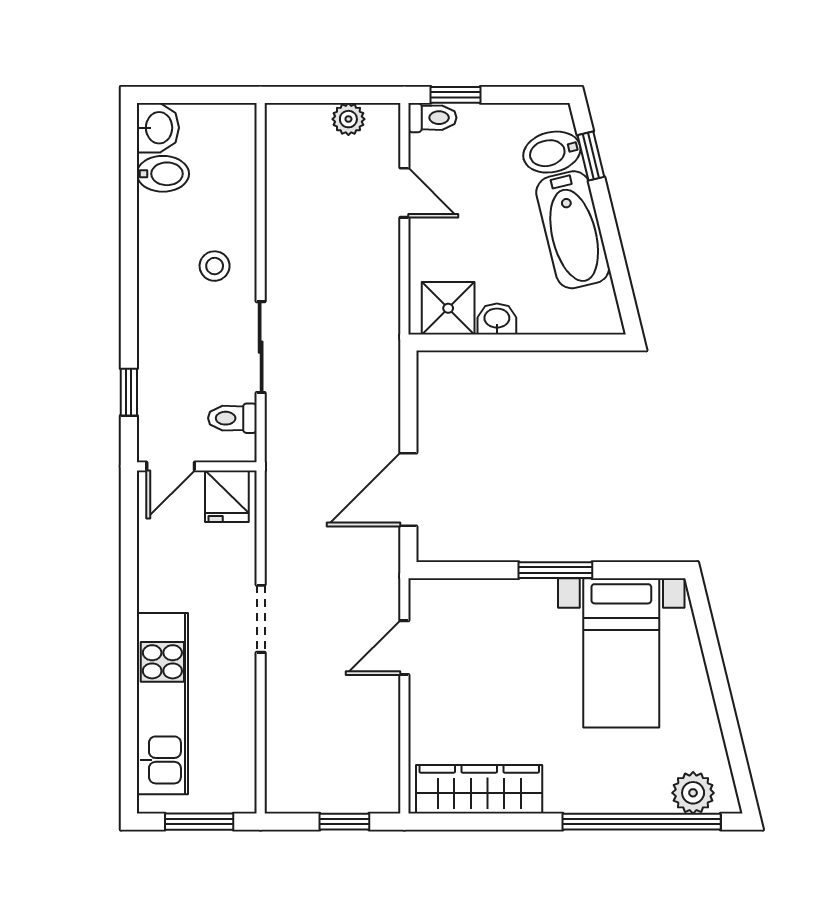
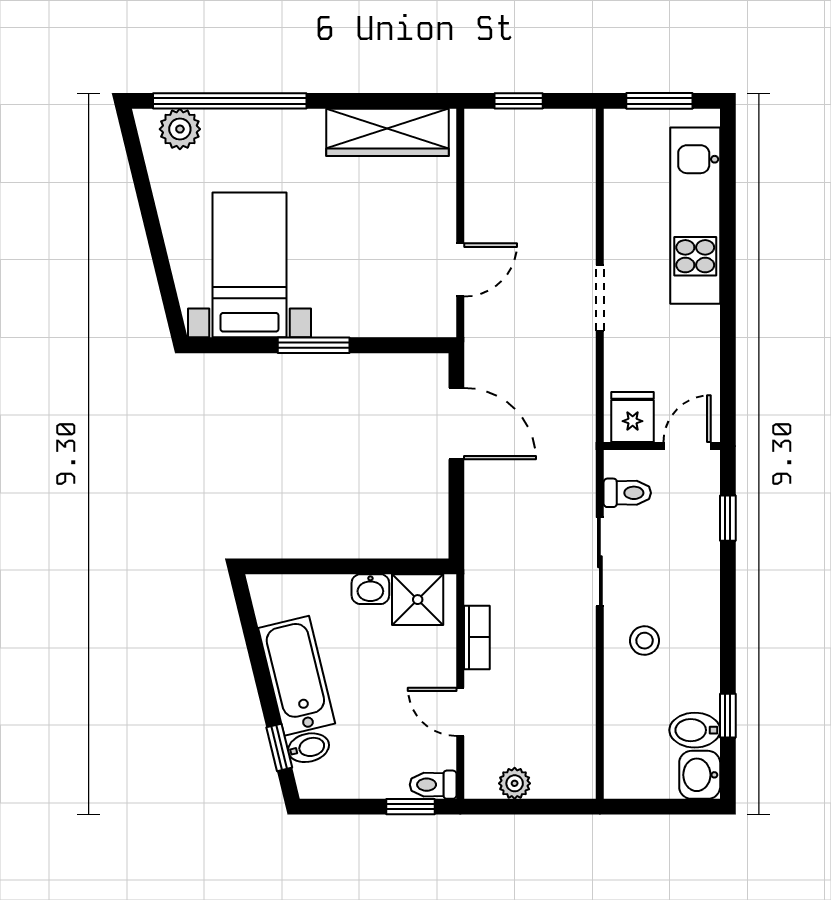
bidet: (552, 152) -> (309, 748), width x0.72, depth x0.74
window: (129, 189) -> (728, 716), added
bookcase: (387, 269) -> (477, 637), added
door: (408, 489) -> (456, 424), hinge flipped

